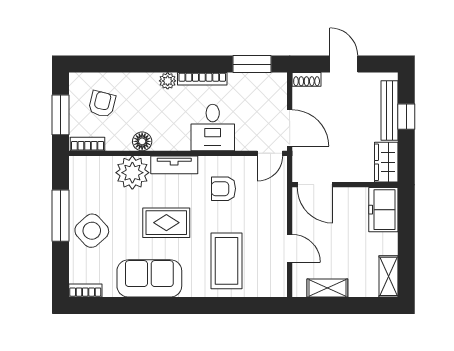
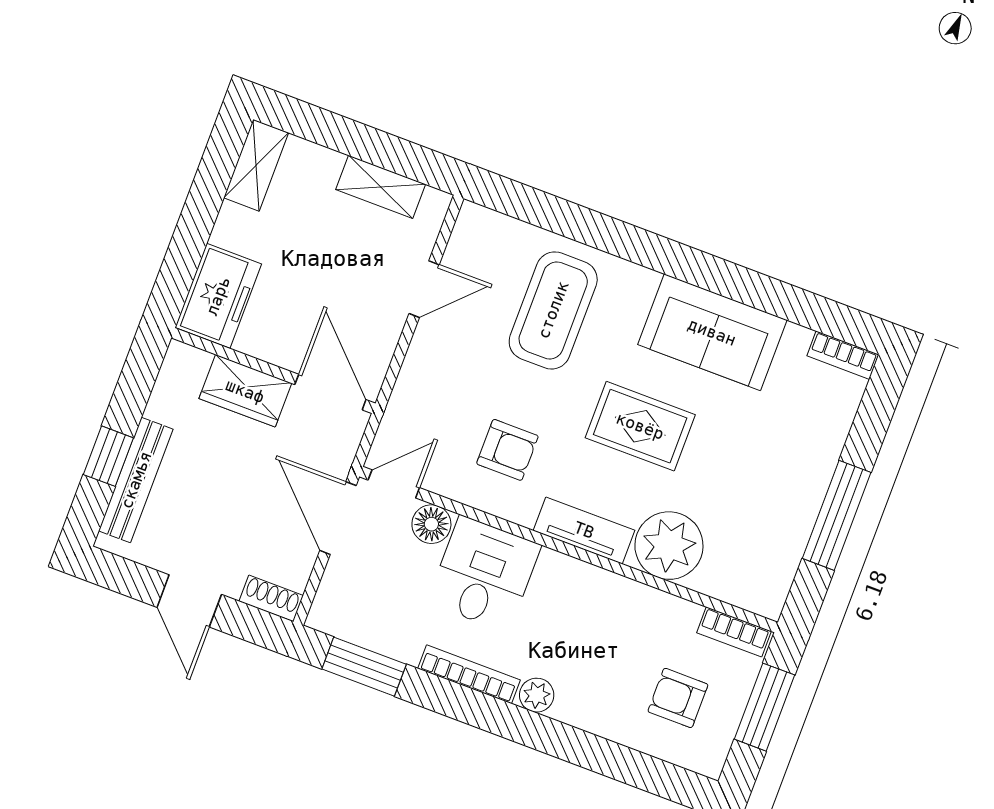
armchair: (102, 104) -> (678, 698), turned 76
floor lamp: (142, 141) -> (431, 524), moved
wardrobe: (386, 162) -> (245, 391), moved, turned 90
side table: (92, 231) -> (788, 464), removed
door: (290, 248) -> (424, 289), swing flipped

